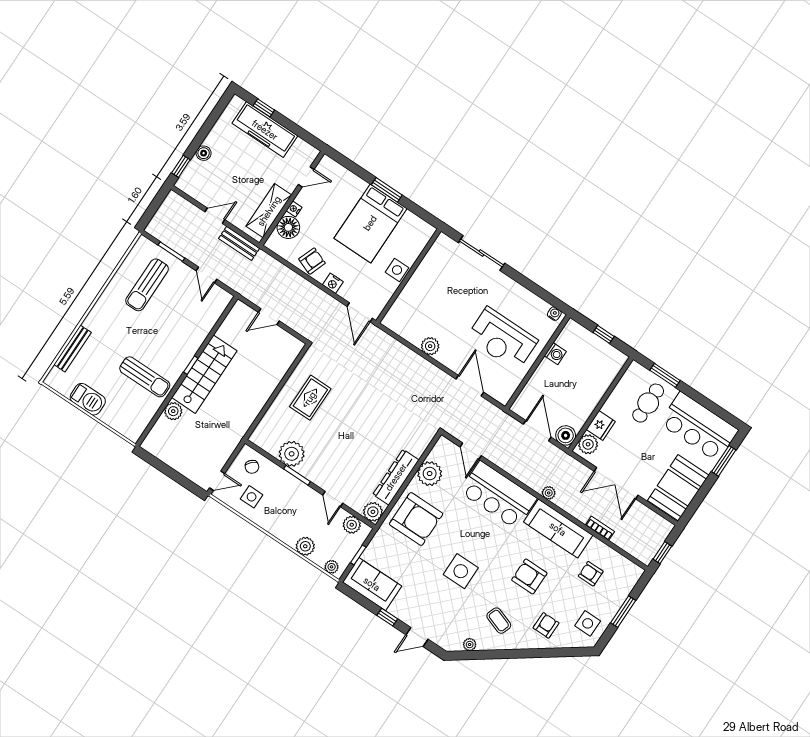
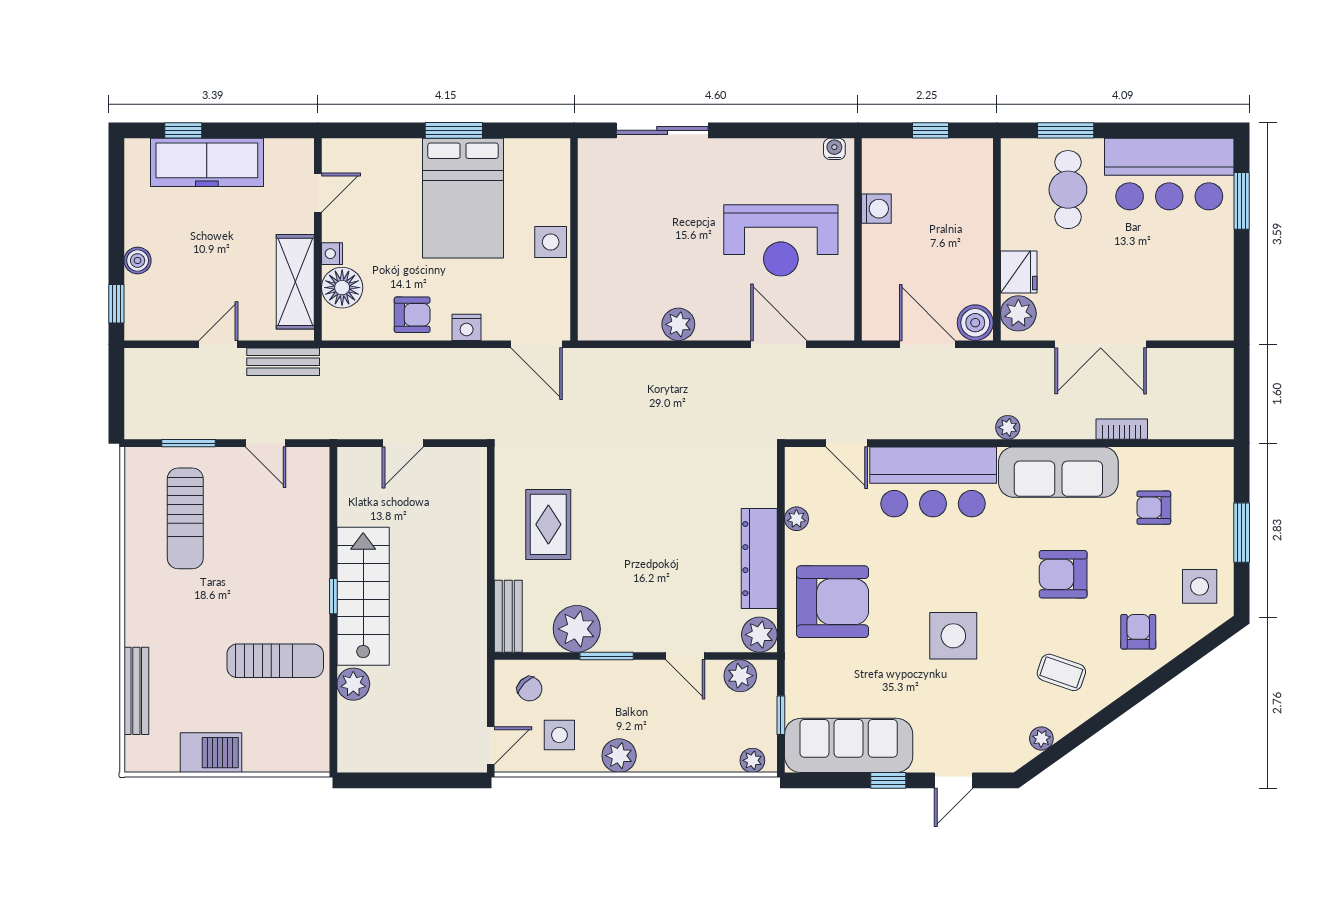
armchair: (312, 261) -> (412, 315), turned 69
bench: (264, 427) -> (508, 616), added
plant: (430, 474) -> (796, 519), width x0.53, depth x0.53
booth: (678, 488) -> (1200, 288), removed
plant: (305, 546) -> (619, 756), moved
window: (662, 553) -> (1242, 403), removed
sofa: (372, 584) -> (849, 745), width x1.36

